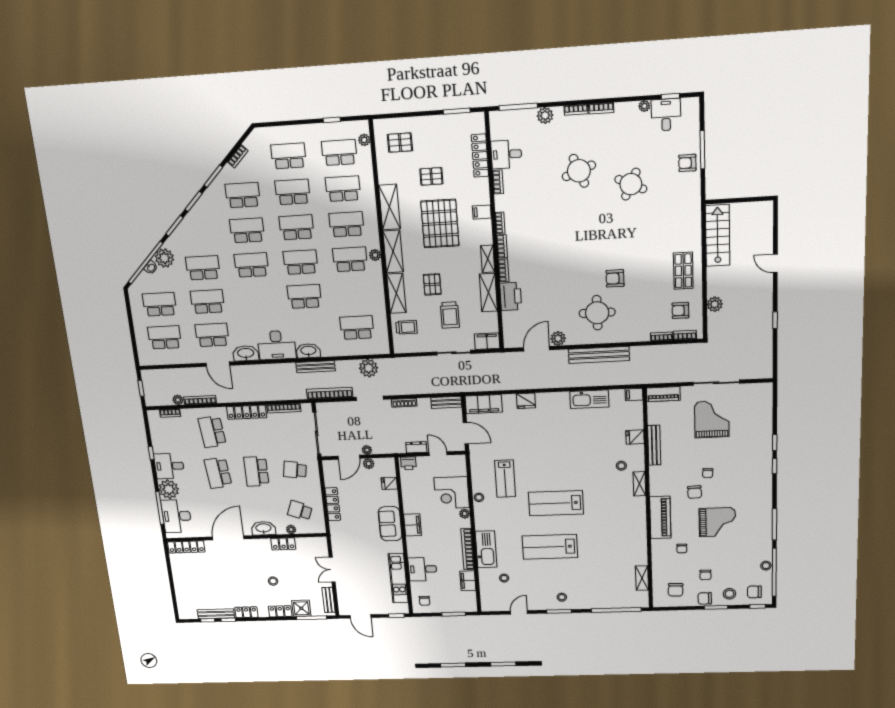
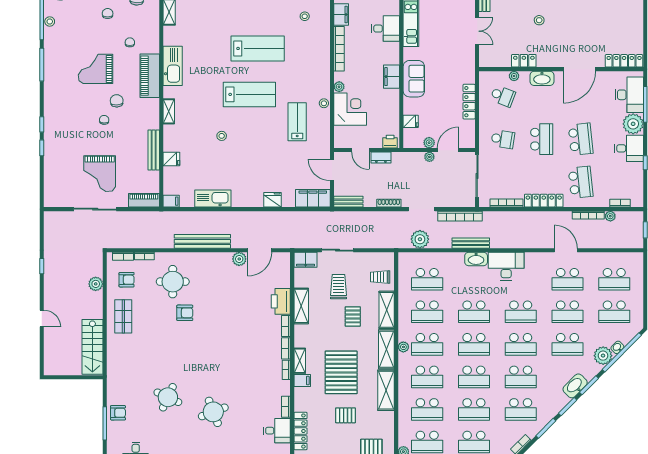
shelving: (488, 259) -> (300, 361), moved
school desk: (354, 294) -> (427, 312), added
school desk: (256, 299) -> (521, 312), added
round table: (597, 313) -> (173, 282), moved
washbasin: (246, 353) -> (575, 386), moved, turned 135
stool: (621, 466) -> (222, 136), moved
kitchen sink: (486, 549) -> (173, 66), moved, turned 180

